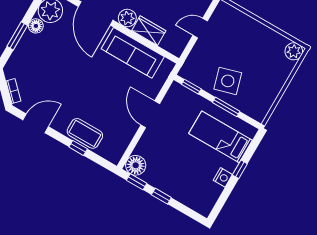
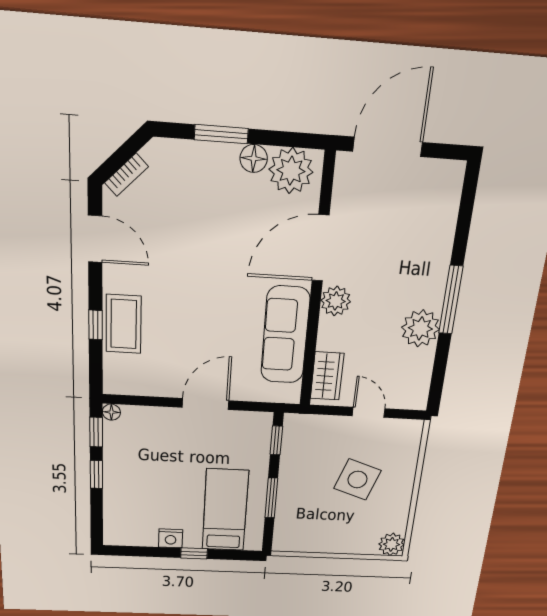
wardrobe: (149, 31) -> (327, 376), moved
side table: (228, 81) -> (357, 479), moved, turned 35
floor lamp: (136, 165) -> (111, 412), width x0.53, depth x0.53

